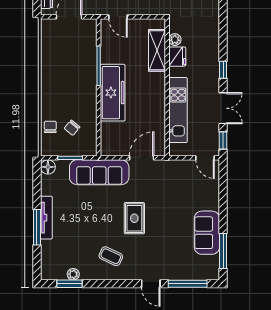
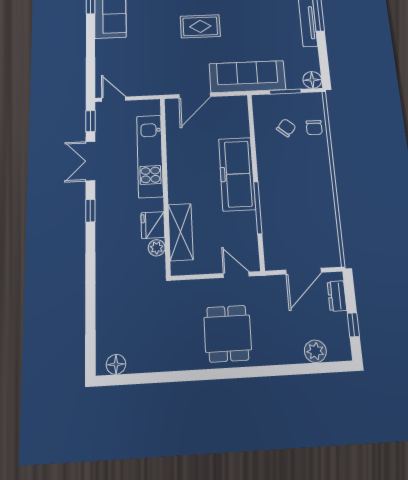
rug: (134, 218) -> (200, 26), turned 90

